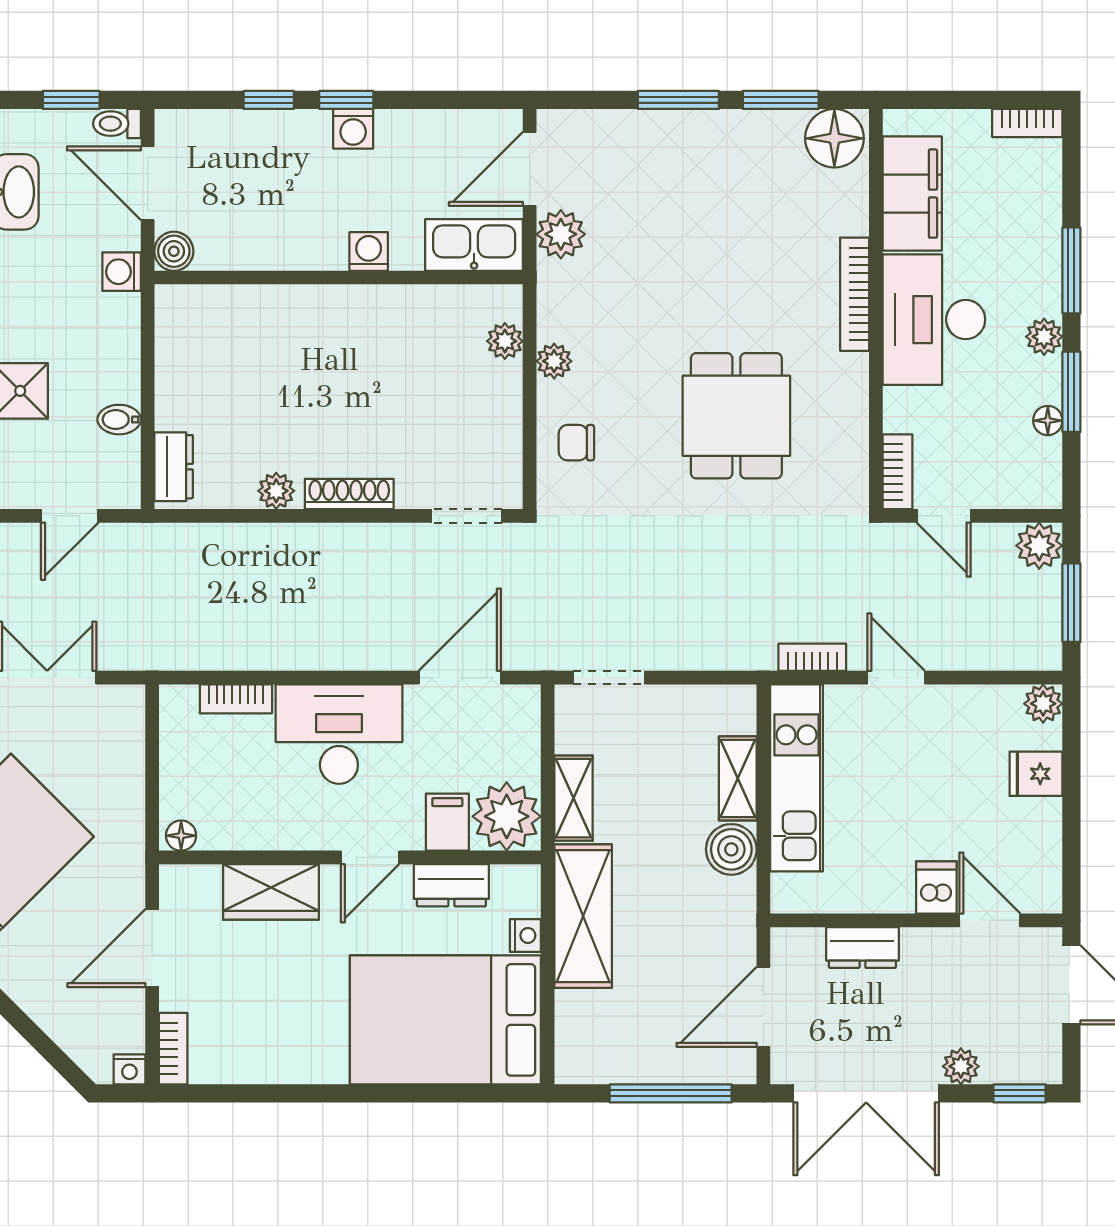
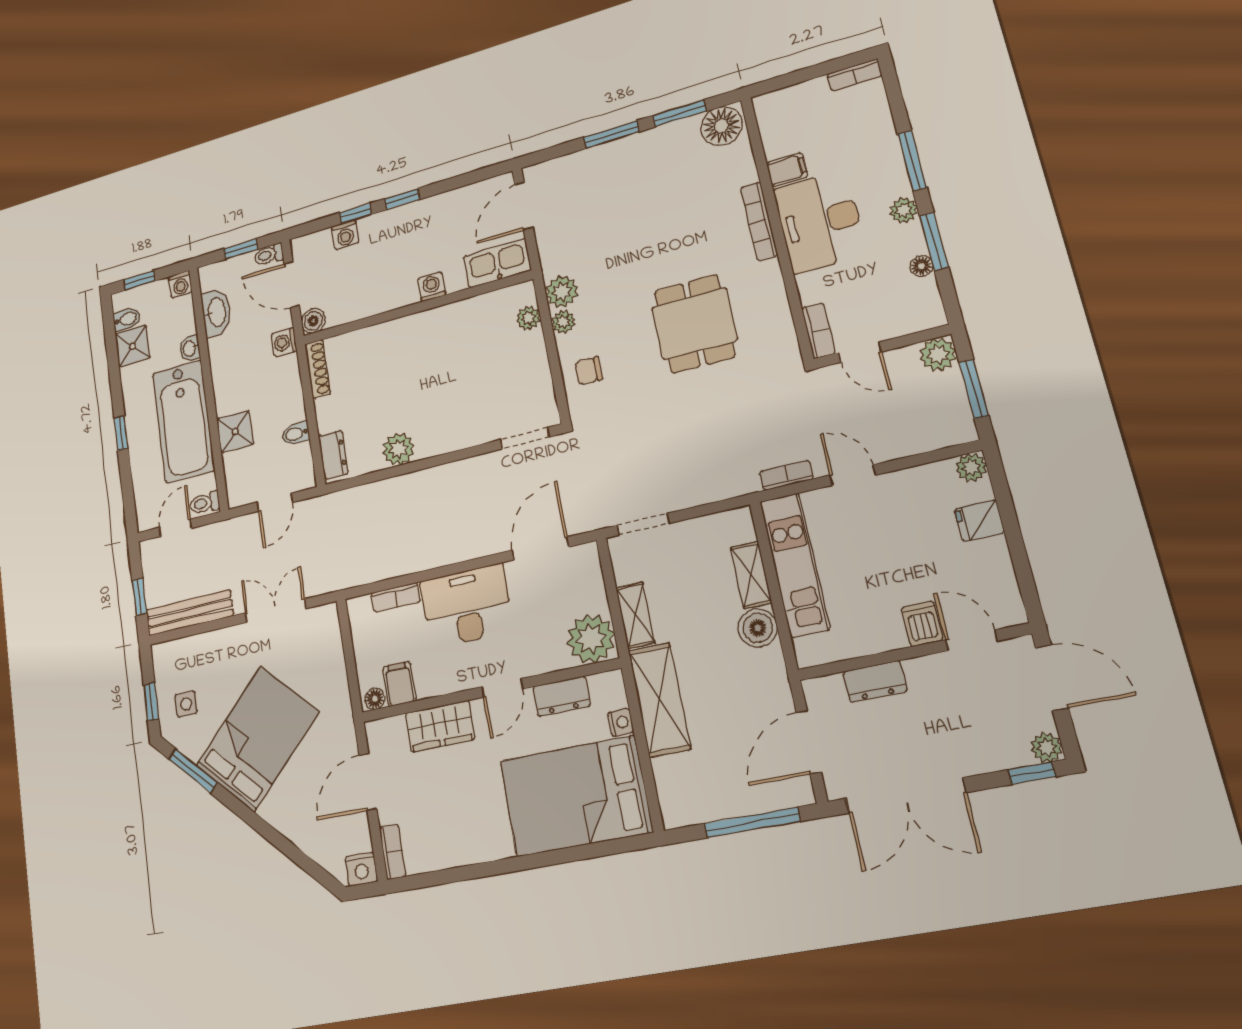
washing machine: (353, 129) -> (345, 235), moved
filing cabinet: (912, 194) -> (787, 170), width x0.33, depth x0.86
plant: (561, 234) -> (562, 292), moved
plant: (276, 491) -> (398, 449), width x1.38, depth x1.38
shoe rack: (349, 494) -> (318, 369), moved, turned 90
filing cabinet: (447, 822) -> (399, 684), moved
plant: (961, 1066) -> (1047, 747), moved
nightstand: (129, 1069) -> (361, 869), width x1.39, depth x1.35

